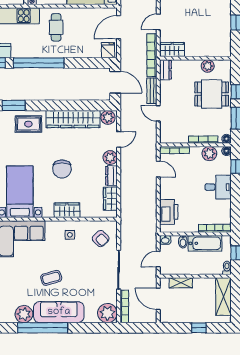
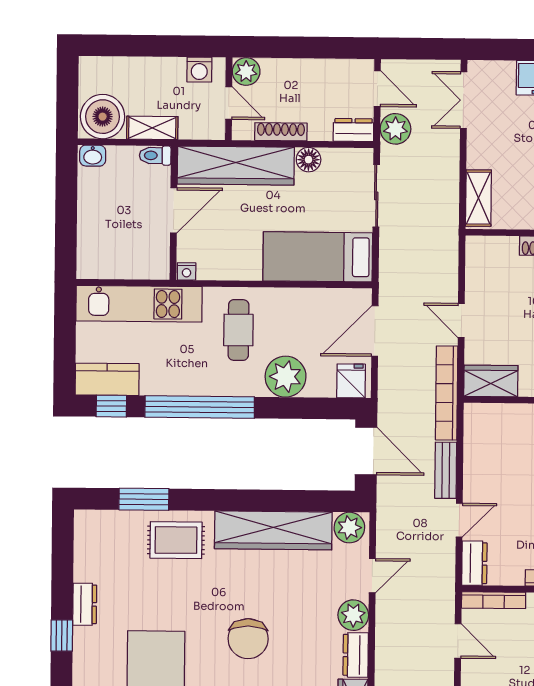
door: (158, 22) -> (461, 320), hinge flipped
plant: (78, 49) -> (286, 377), added
dresser: (165, 70) -> (474, 563), moved
door: (158, 113) -> (459, 520), swing flipped

